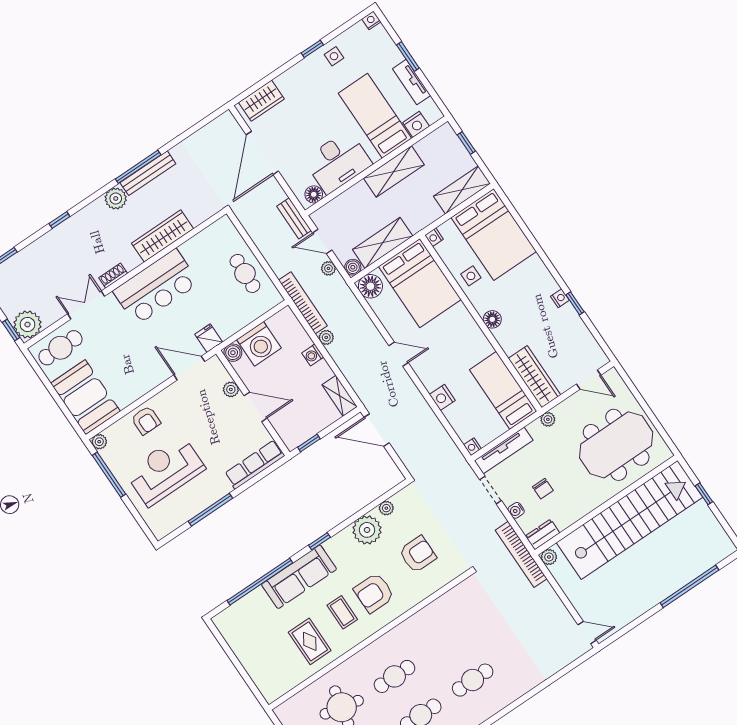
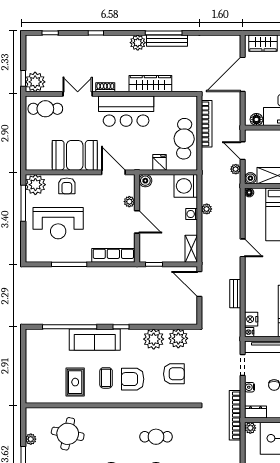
bench: (294, 218) -> (235, 294), moved
cafe table: (245, 273) -> (184, 139), width x1.37, depth x1.35
floor lamp: (370, 286) -> (249, 192), width x0.53, depth x0.53
bookcase: (303, 303) -> (207, 124), moved
fridge: (209, 338) -> (159, 162), moved
washing machine: (259, 344) -> (186, 186), moved, turned 90
booth: (85, 397) -> (75, 155), moved, turned 90
nightstand: (442, 397) -> (251, 319), moved
plant: (99, 442) -> (35, 185), width x1.87, depth x1.87
reception desk: (165, 470) -> (58, 223), turned 180
plant: (386, 508) -> (178, 338), width x1.88, depth x1.88
cafe table: (394, 676) -> (156, 437), moved

